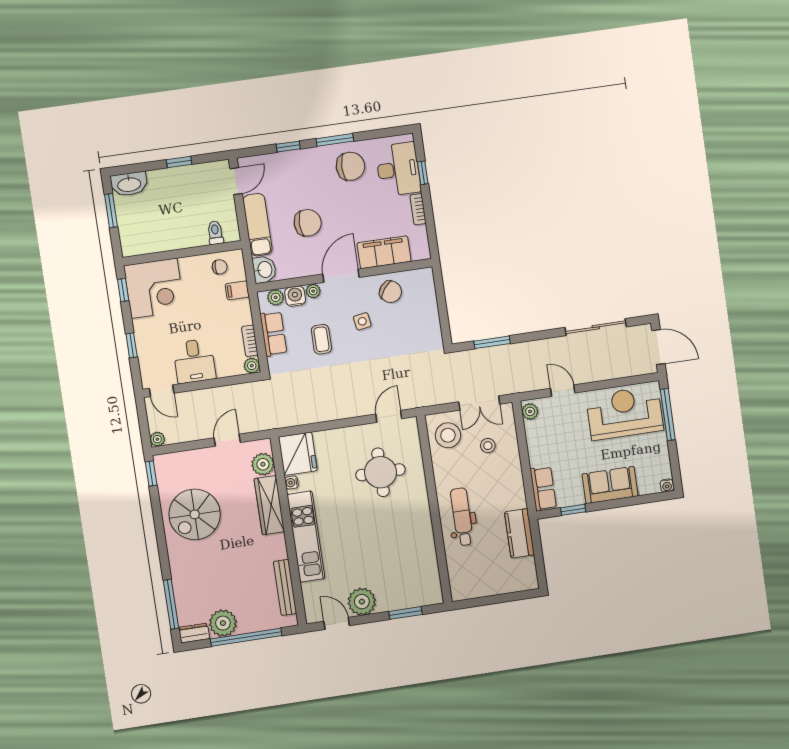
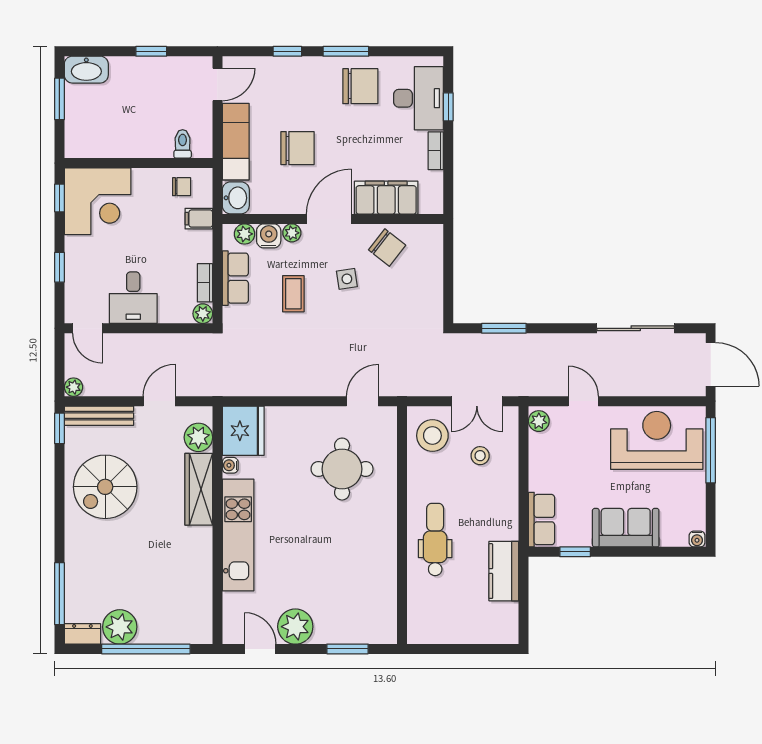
bench: (285, 587) -> (99, 416), moved, turned 90

